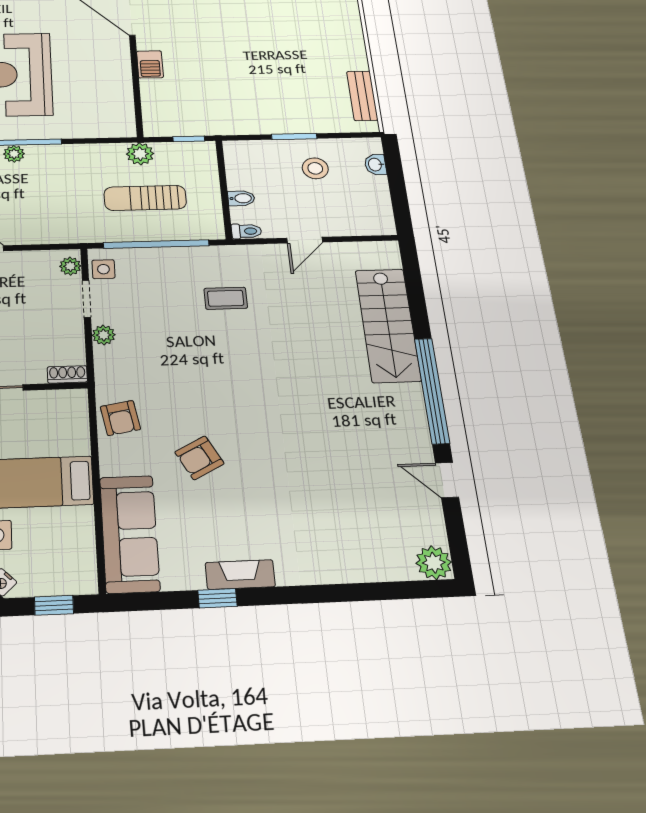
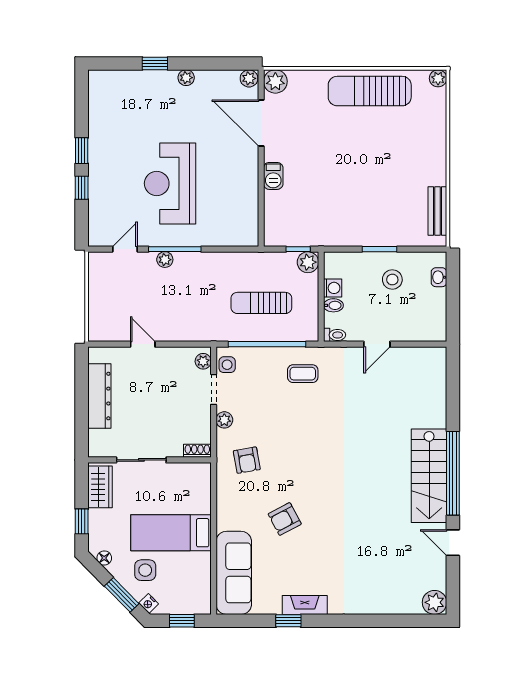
plant: (140, 154) -> (308, 262), moved
washing machine: (238, 179) -> (333, 288), added
coffee table: (226, 298) -> (303, 374), moved
stairs: (388, 325) -> (429, 476), moved
armchair: (120, 418) -> (247, 460), moved

